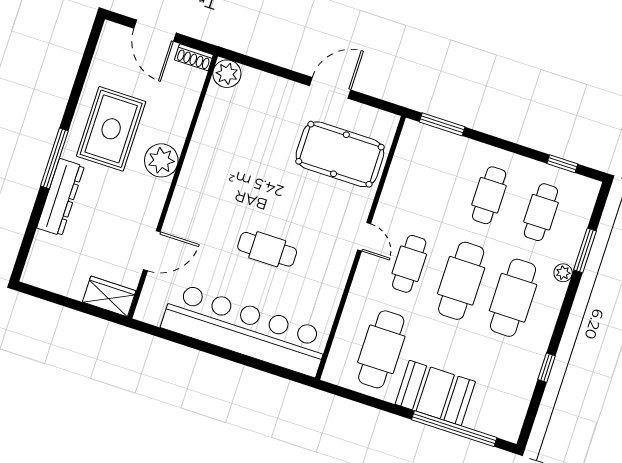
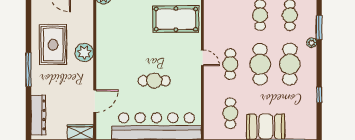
dresser: (61, 197) -> (38, 115), moved
cafe table: (381, 349) -> (230, 113), width x0.73, depth x0.74

